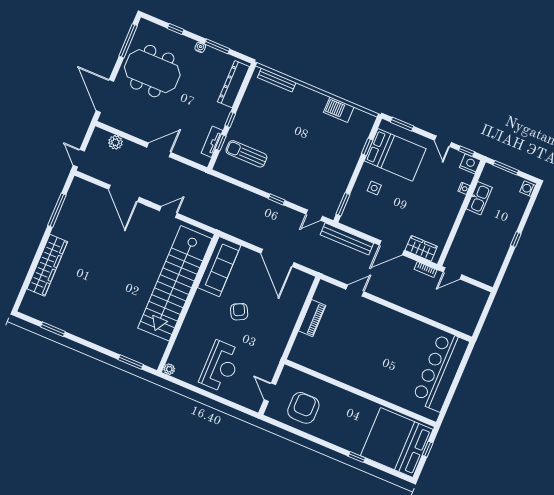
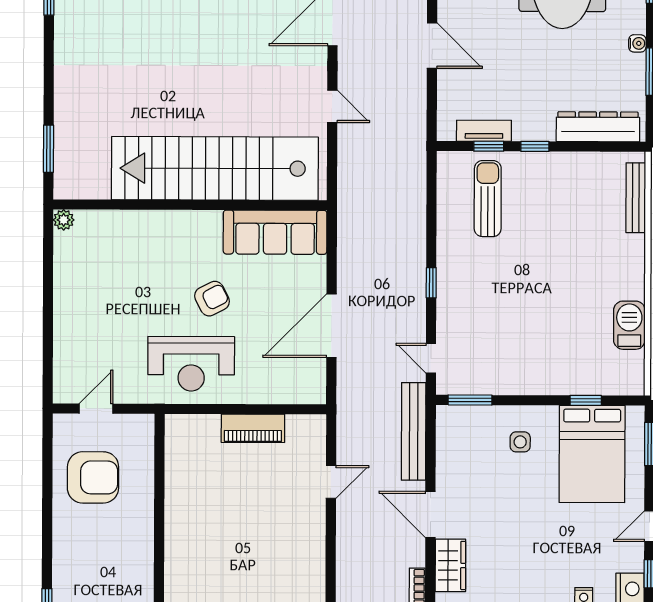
door: (355, 290) -> (331, 482), hinge flipped
reception desk: (221, 366) -> (191, 364), moved

